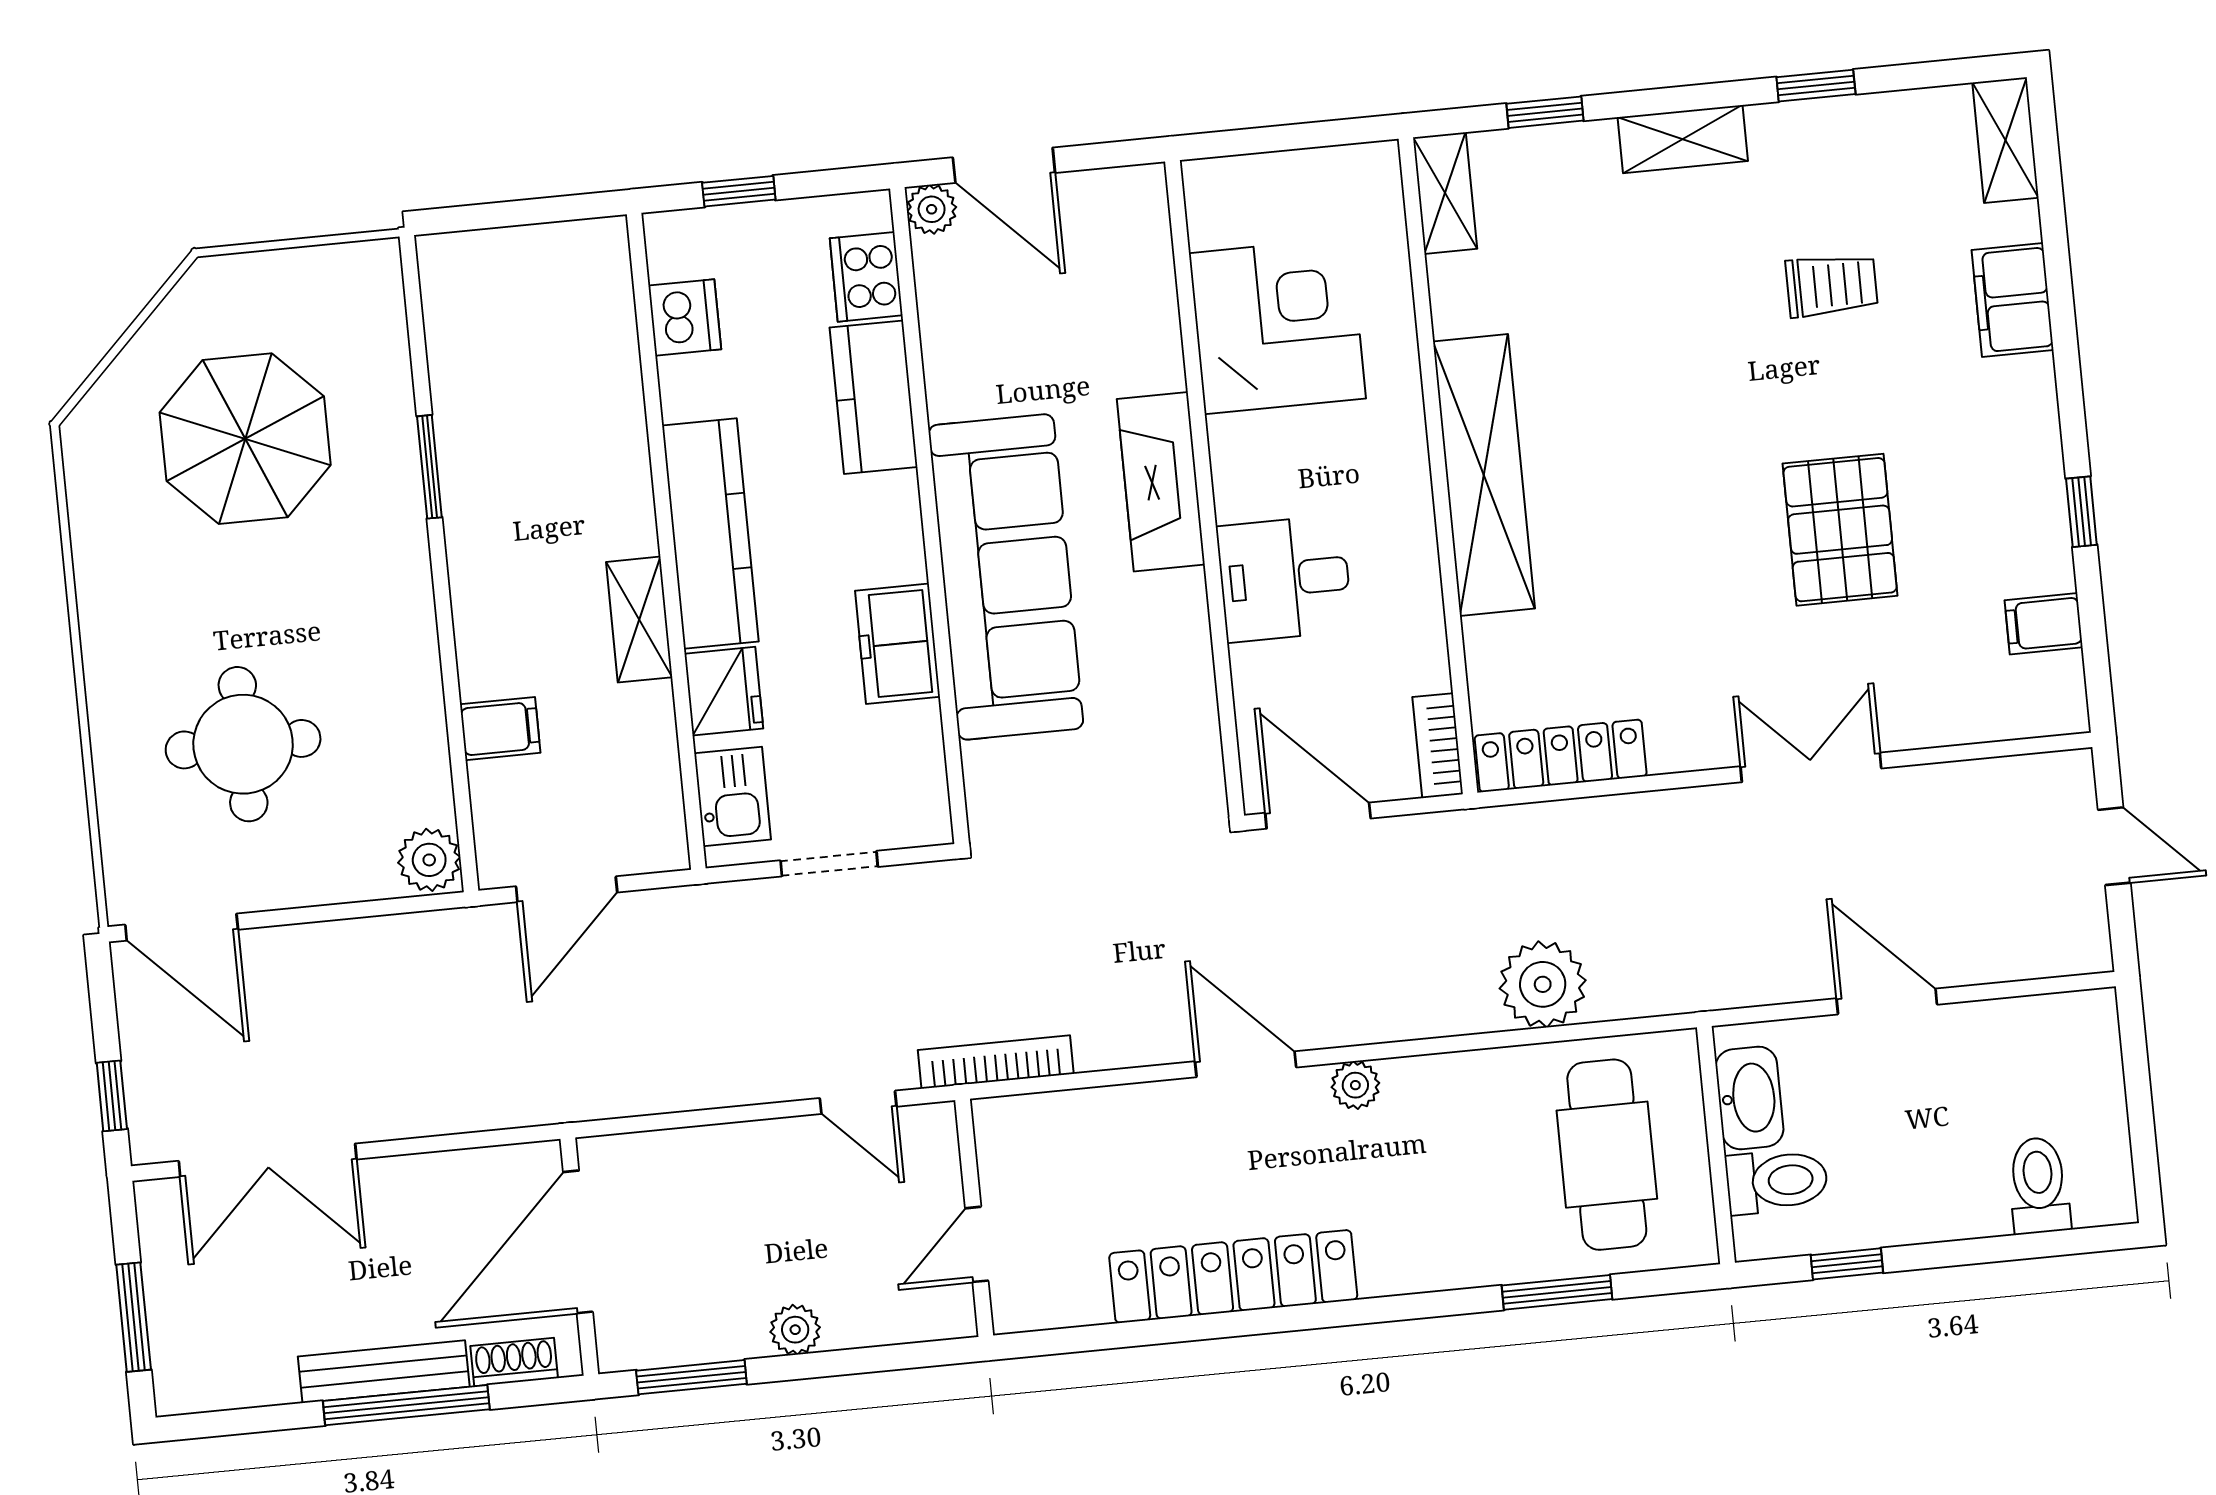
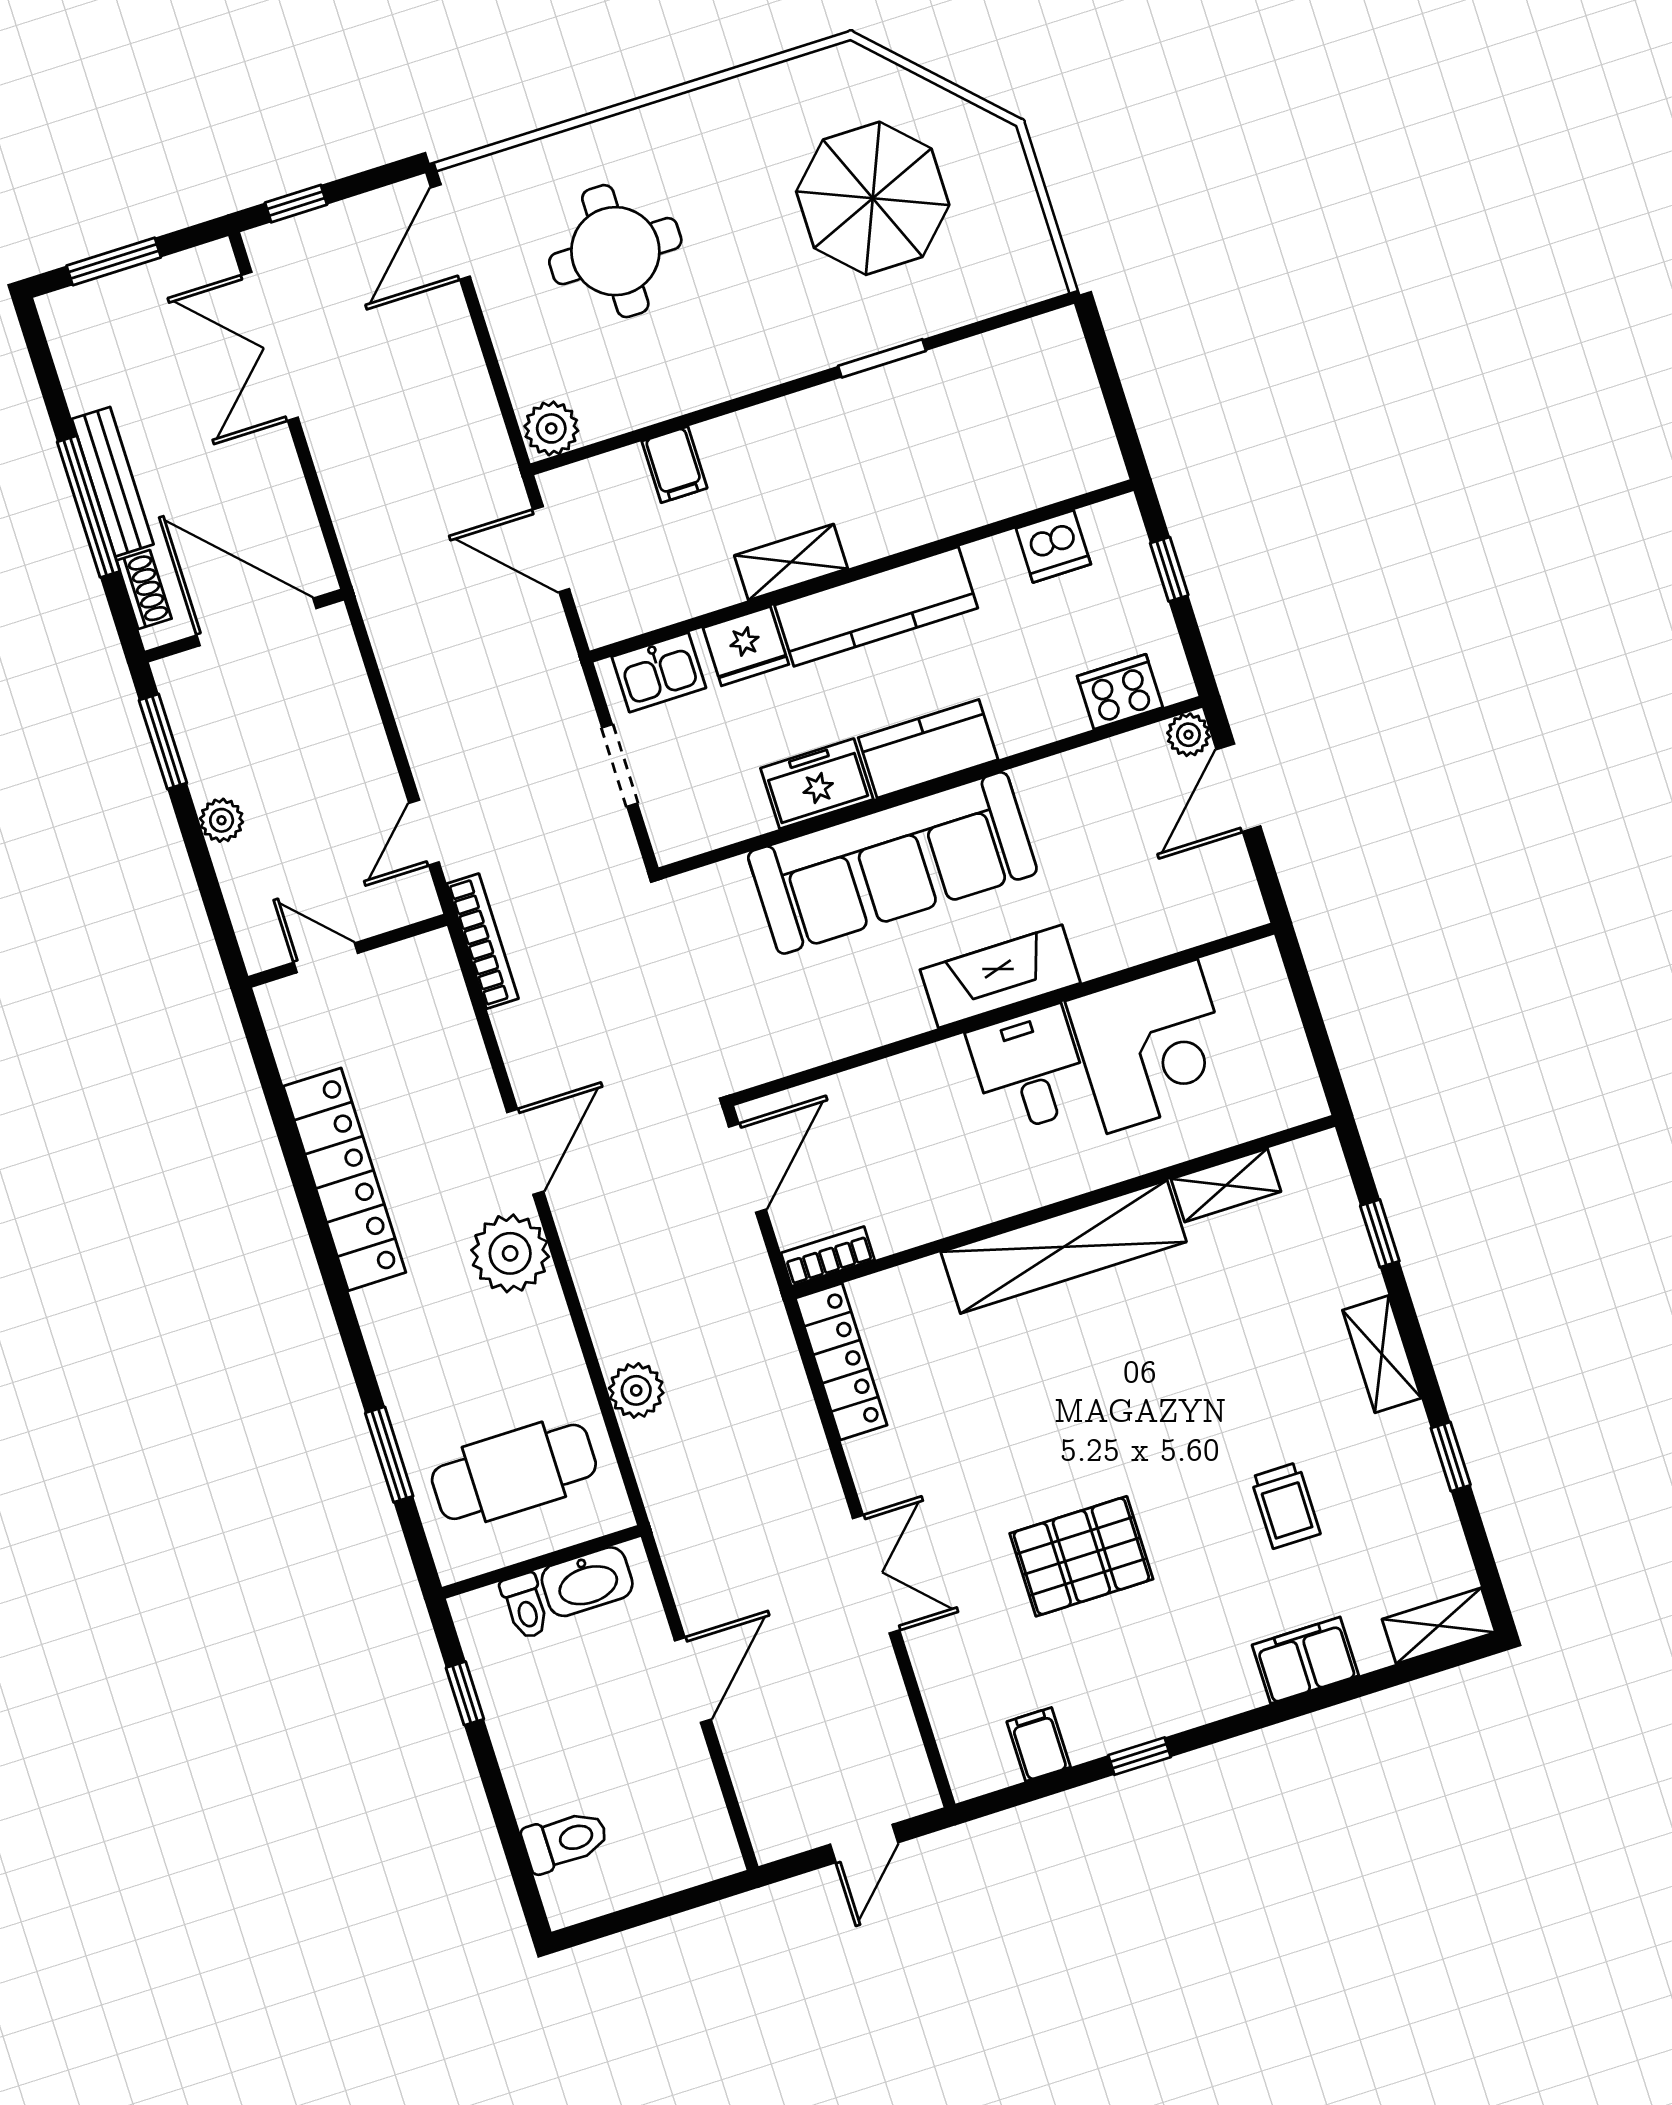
shelving: (1445, 193) -> (1226, 1185), moved
kitchen counter: (874, 397) -> (928, 749), moved
desk: (1284, 579) -> (1029, 1070), moved
plant: (1543, 984) -> (636, 1390), width x0.73, depth x0.73
plant: (1355, 1085) -> (510, 1253), width x1.87, depth x1.87
toilet: (1777, 1181) -> (525, 1606), width x0.73, depth x0.72

